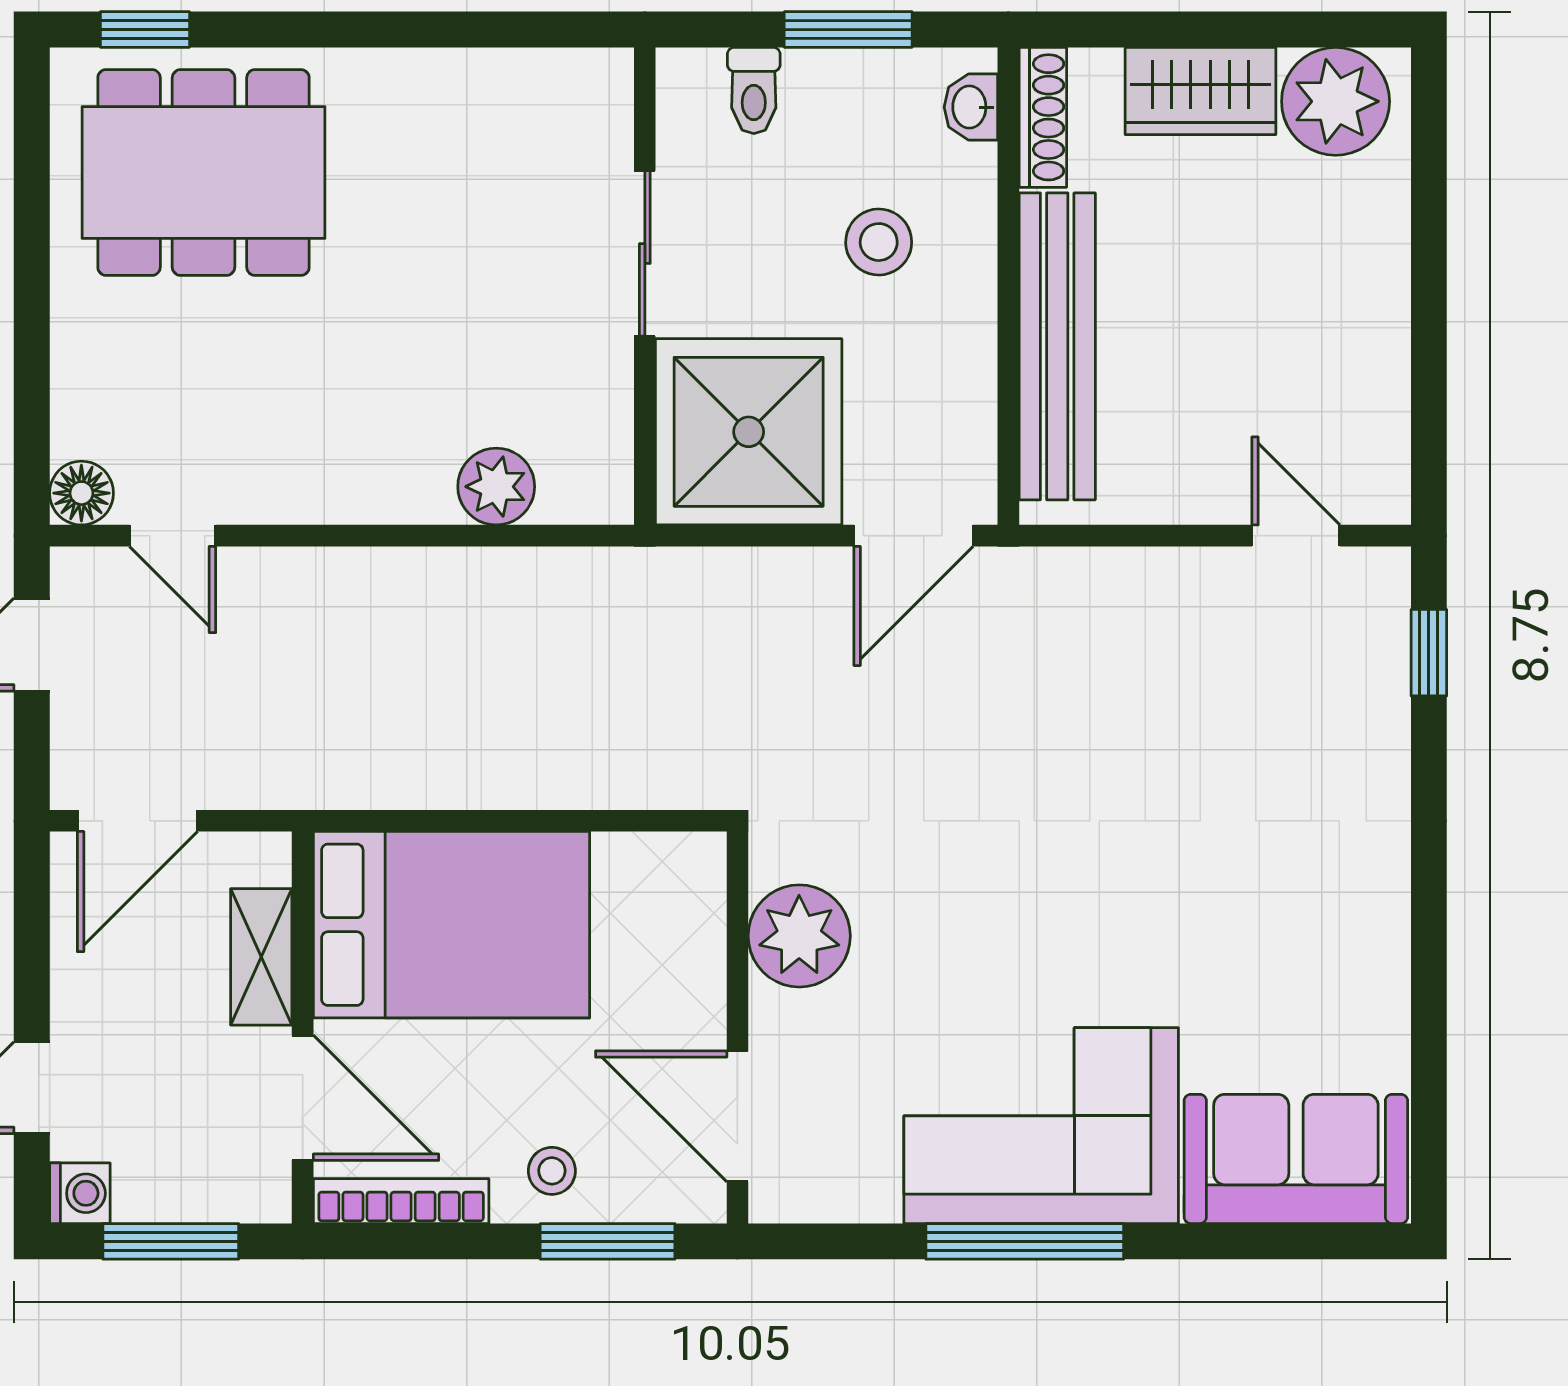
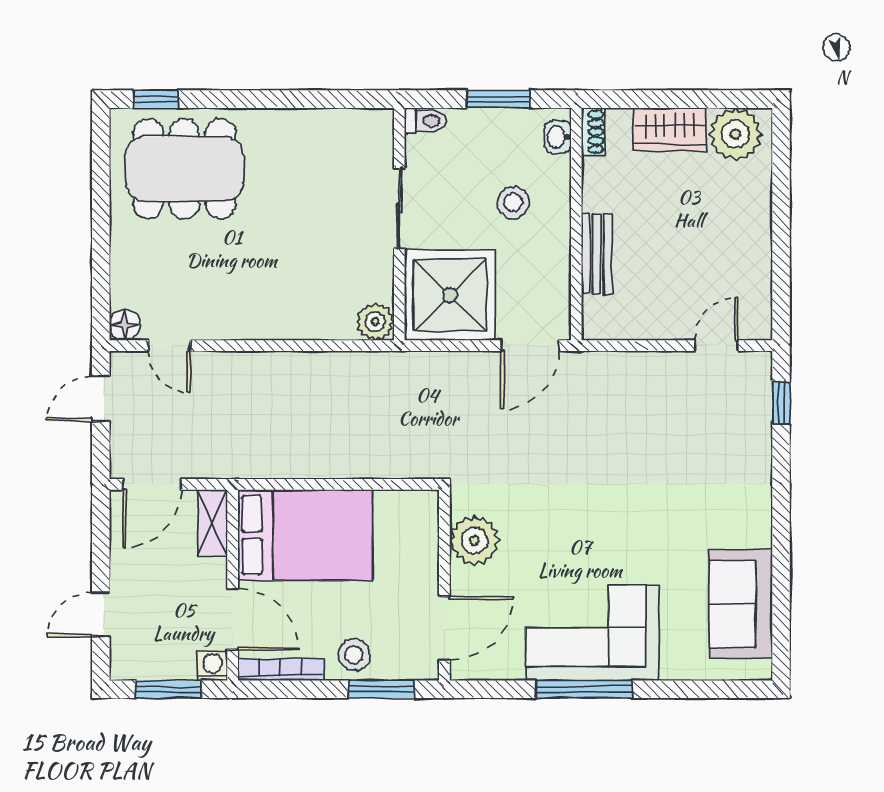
toilet: (754, 90) -> (425, 121), moved, turned -90
shoe rack: (1043, 117) -> (593, 132), width x0.70
bench: (1057, 346) -> (597, 253), width x0.54, depth x0.82
plant: (496, 487) -> (375, 322), moved
door: (1296, 536) -> (716, 346), hinge flipped
shelving: (261, 957) -> (213, 523), moved
door: (737, 1116) -> (444, 628), swing flipped
sofa: (1296, 1159) -> (741, 604), moved, turned -90
stool: (552, 1171) -> (354, 655), width x1.37, depth x1.37
washing machine: (80, 1193) -> (213, 666), moved, turned -90

